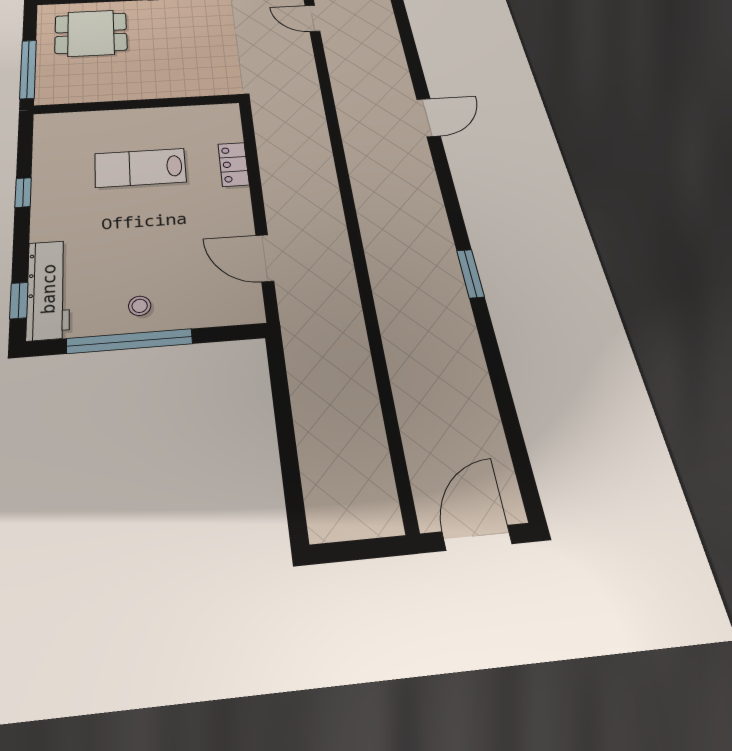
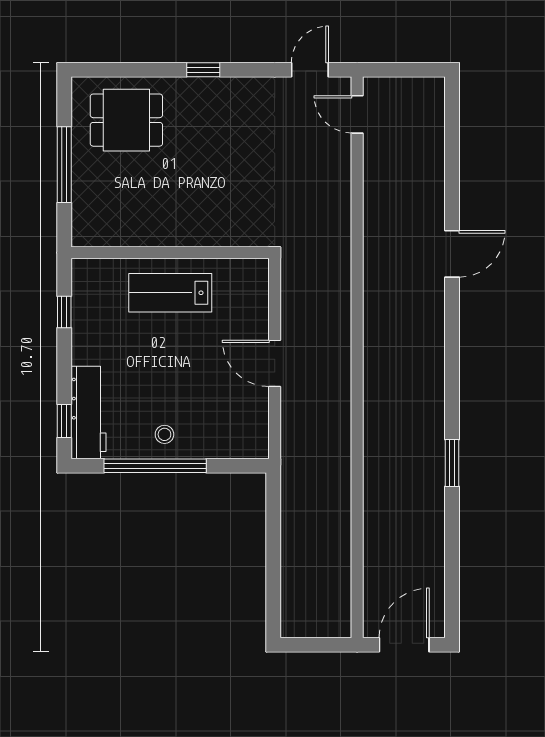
wall: (137, 104) -> (170, 253), moved
locker: (233, 164) -> (257, 295), removed
door: (265, 258) -> (275, 363), moved
window: (470, 274) -> (452, 463), moved

